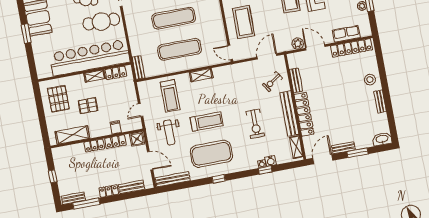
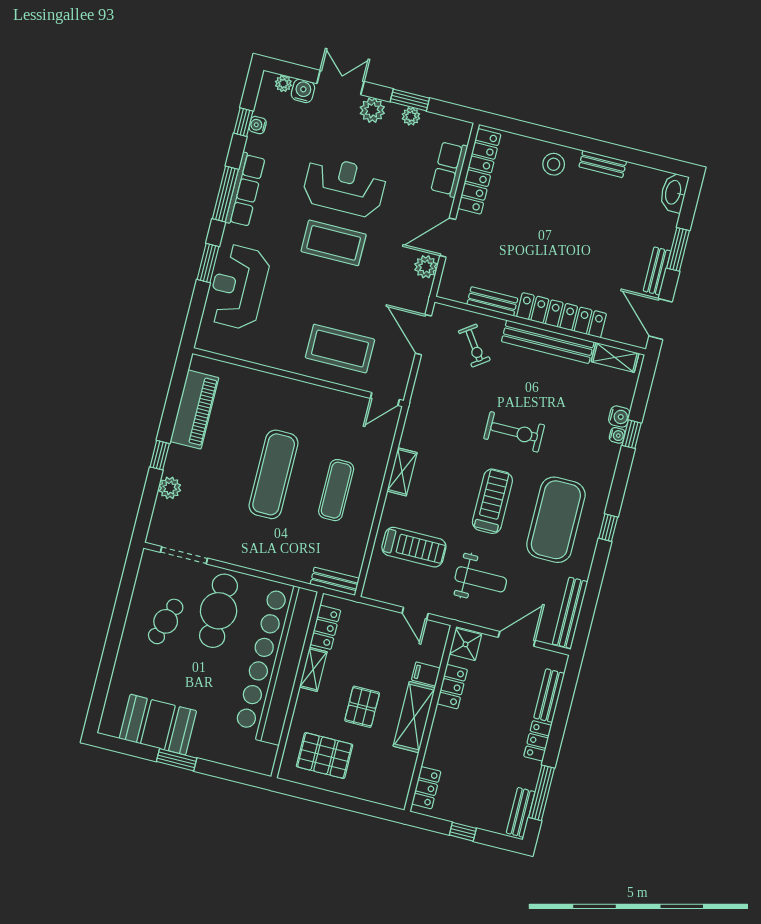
exercise mat: (179, 49) -> (336, 490), width x0.73, depth x0.69
exercise bike: (255, 124) -> (514, 432), moved
shelving: (72, 135) -> (414, 717), moved
locker: (94, 145) -> (426, 788), moved

